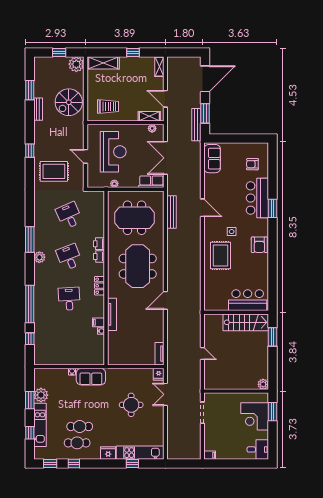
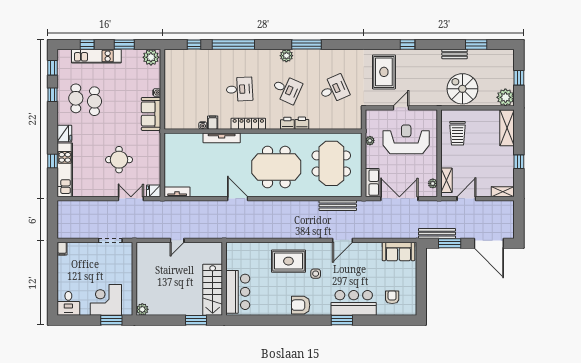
reception desk: (113, 152) -> (406, 139), turned 180
desk: (69, 257) -> (287, 89), turned 45
locker: (100, 286) -> (248, 124), width x1.53
plant: (41, 395) -> (151, 57), moved

